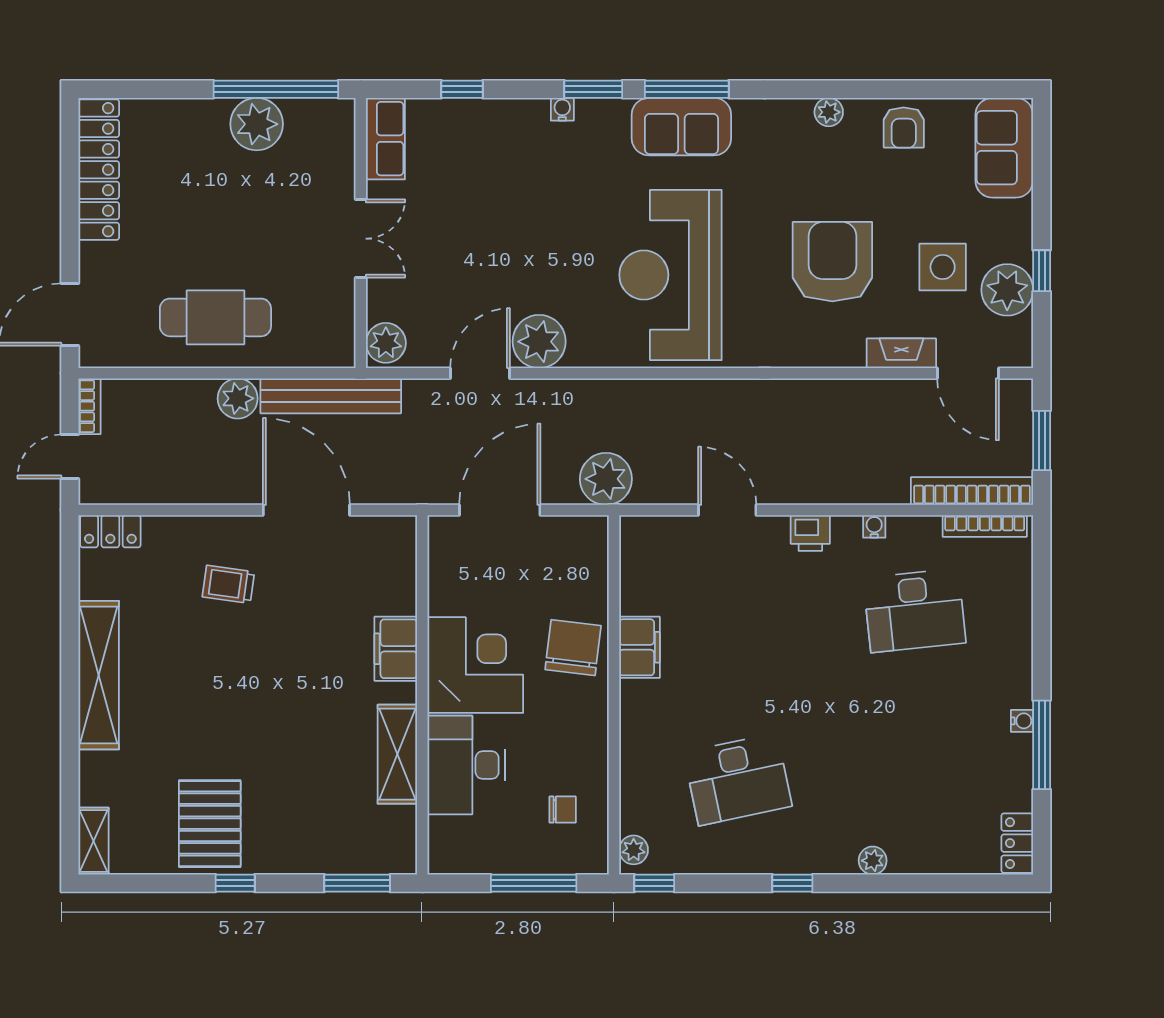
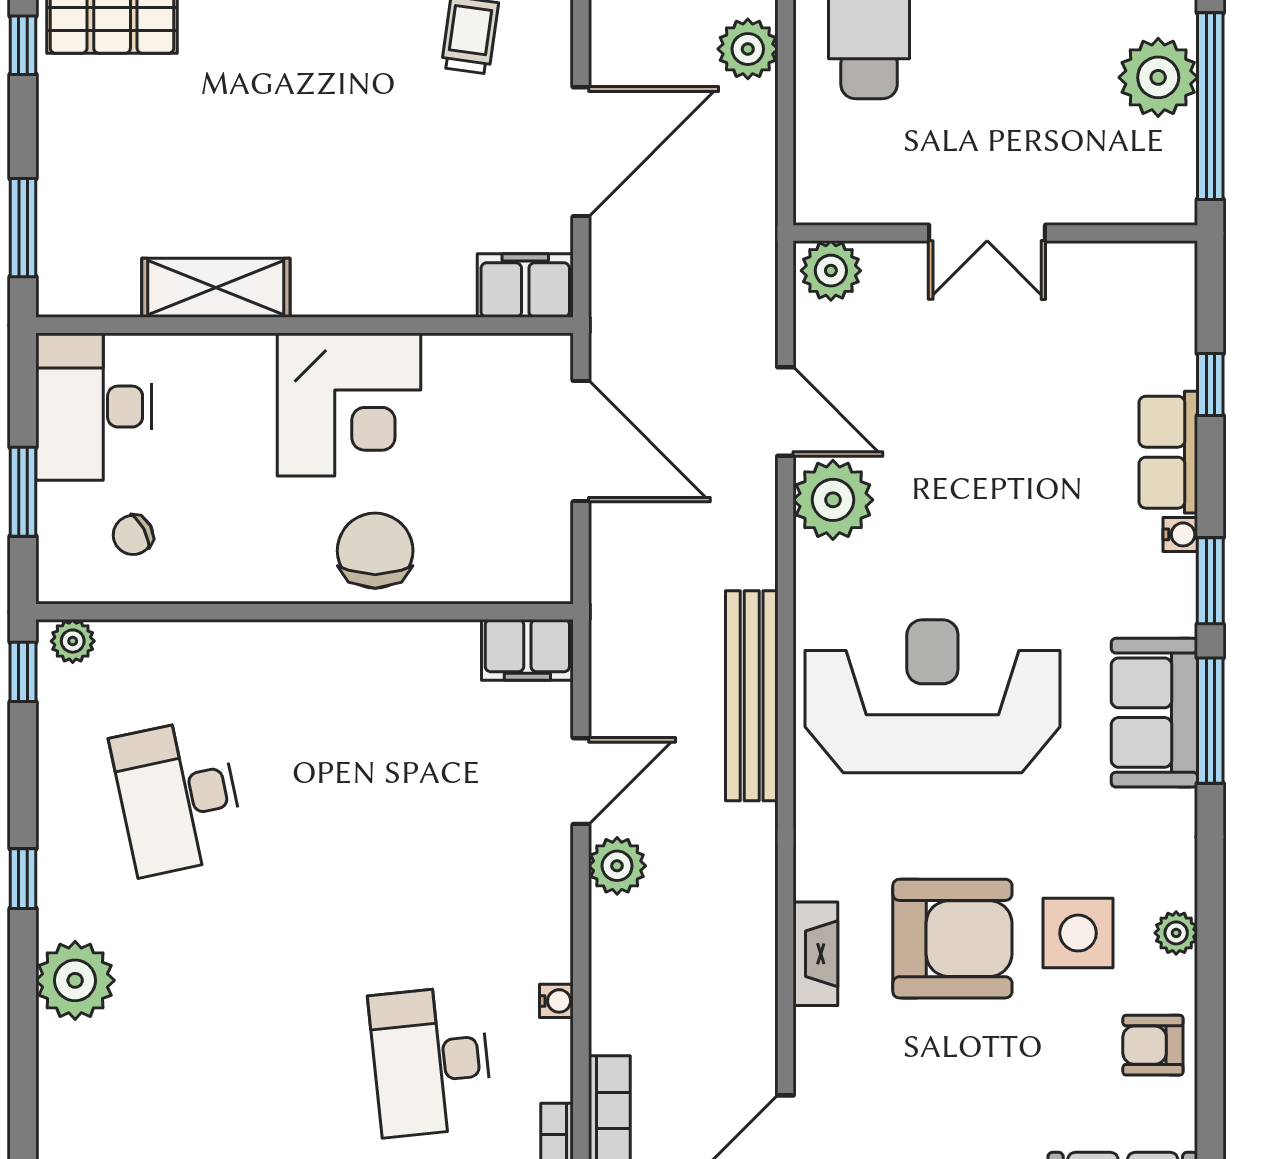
row of seats: (385, 139) -> (1168, 452), moved, turned 90
side table: (943, 267) -> (1078, 933), moved
fireplace: (901, 353) -> (815, 954), moved
bench: (331, 396) -> (752, 696), moved
plant: (606, 479) -> (617, 866), moved, width x0.73, depth x0.73
printer: (810, 533) -> (546, 905), removed
filing cabinet: (639, 647) -> (527, 650), moved
chair: (573, 648) -> (375, 551), turned -97
filing cabinet: (396, 649) -> (525, 286), moved
desk: (466, 765) -> (94, 407), moved, turned -90
chair: (563, 810) -> (133, 535), turned 62
plant: (873, 861) -> (75, 980), width x1.87, depth x1.87
window: (534, 883) -> (23, 492), width x0.69

